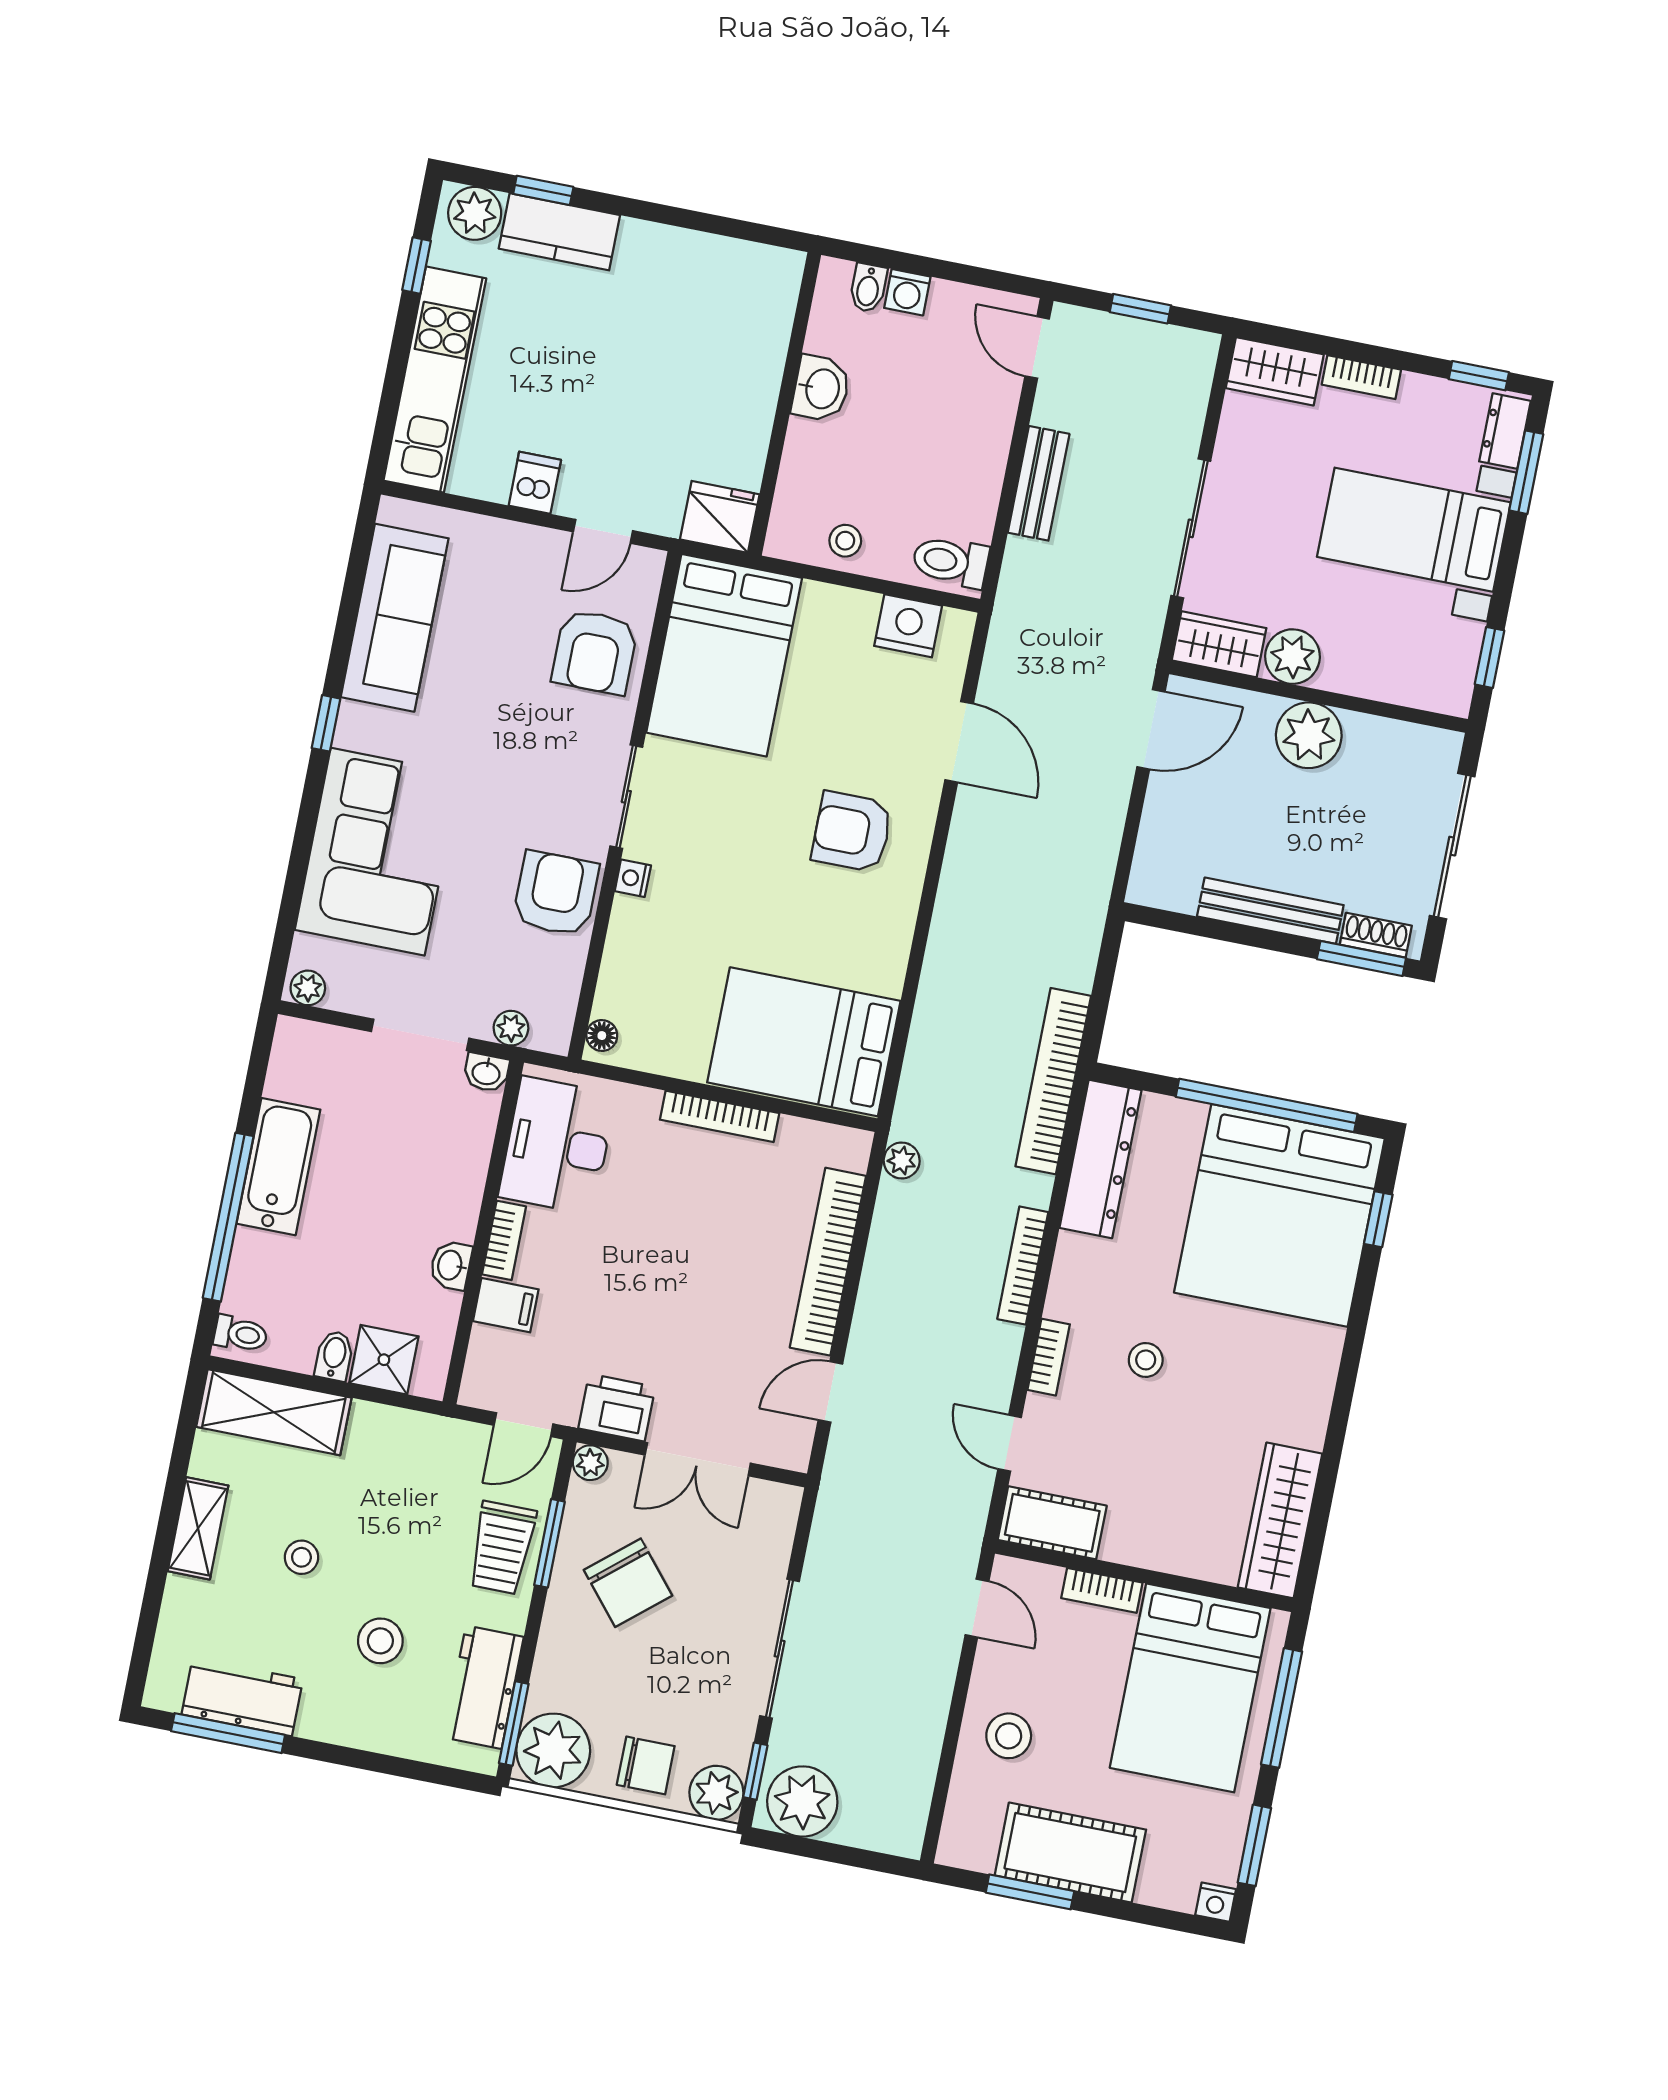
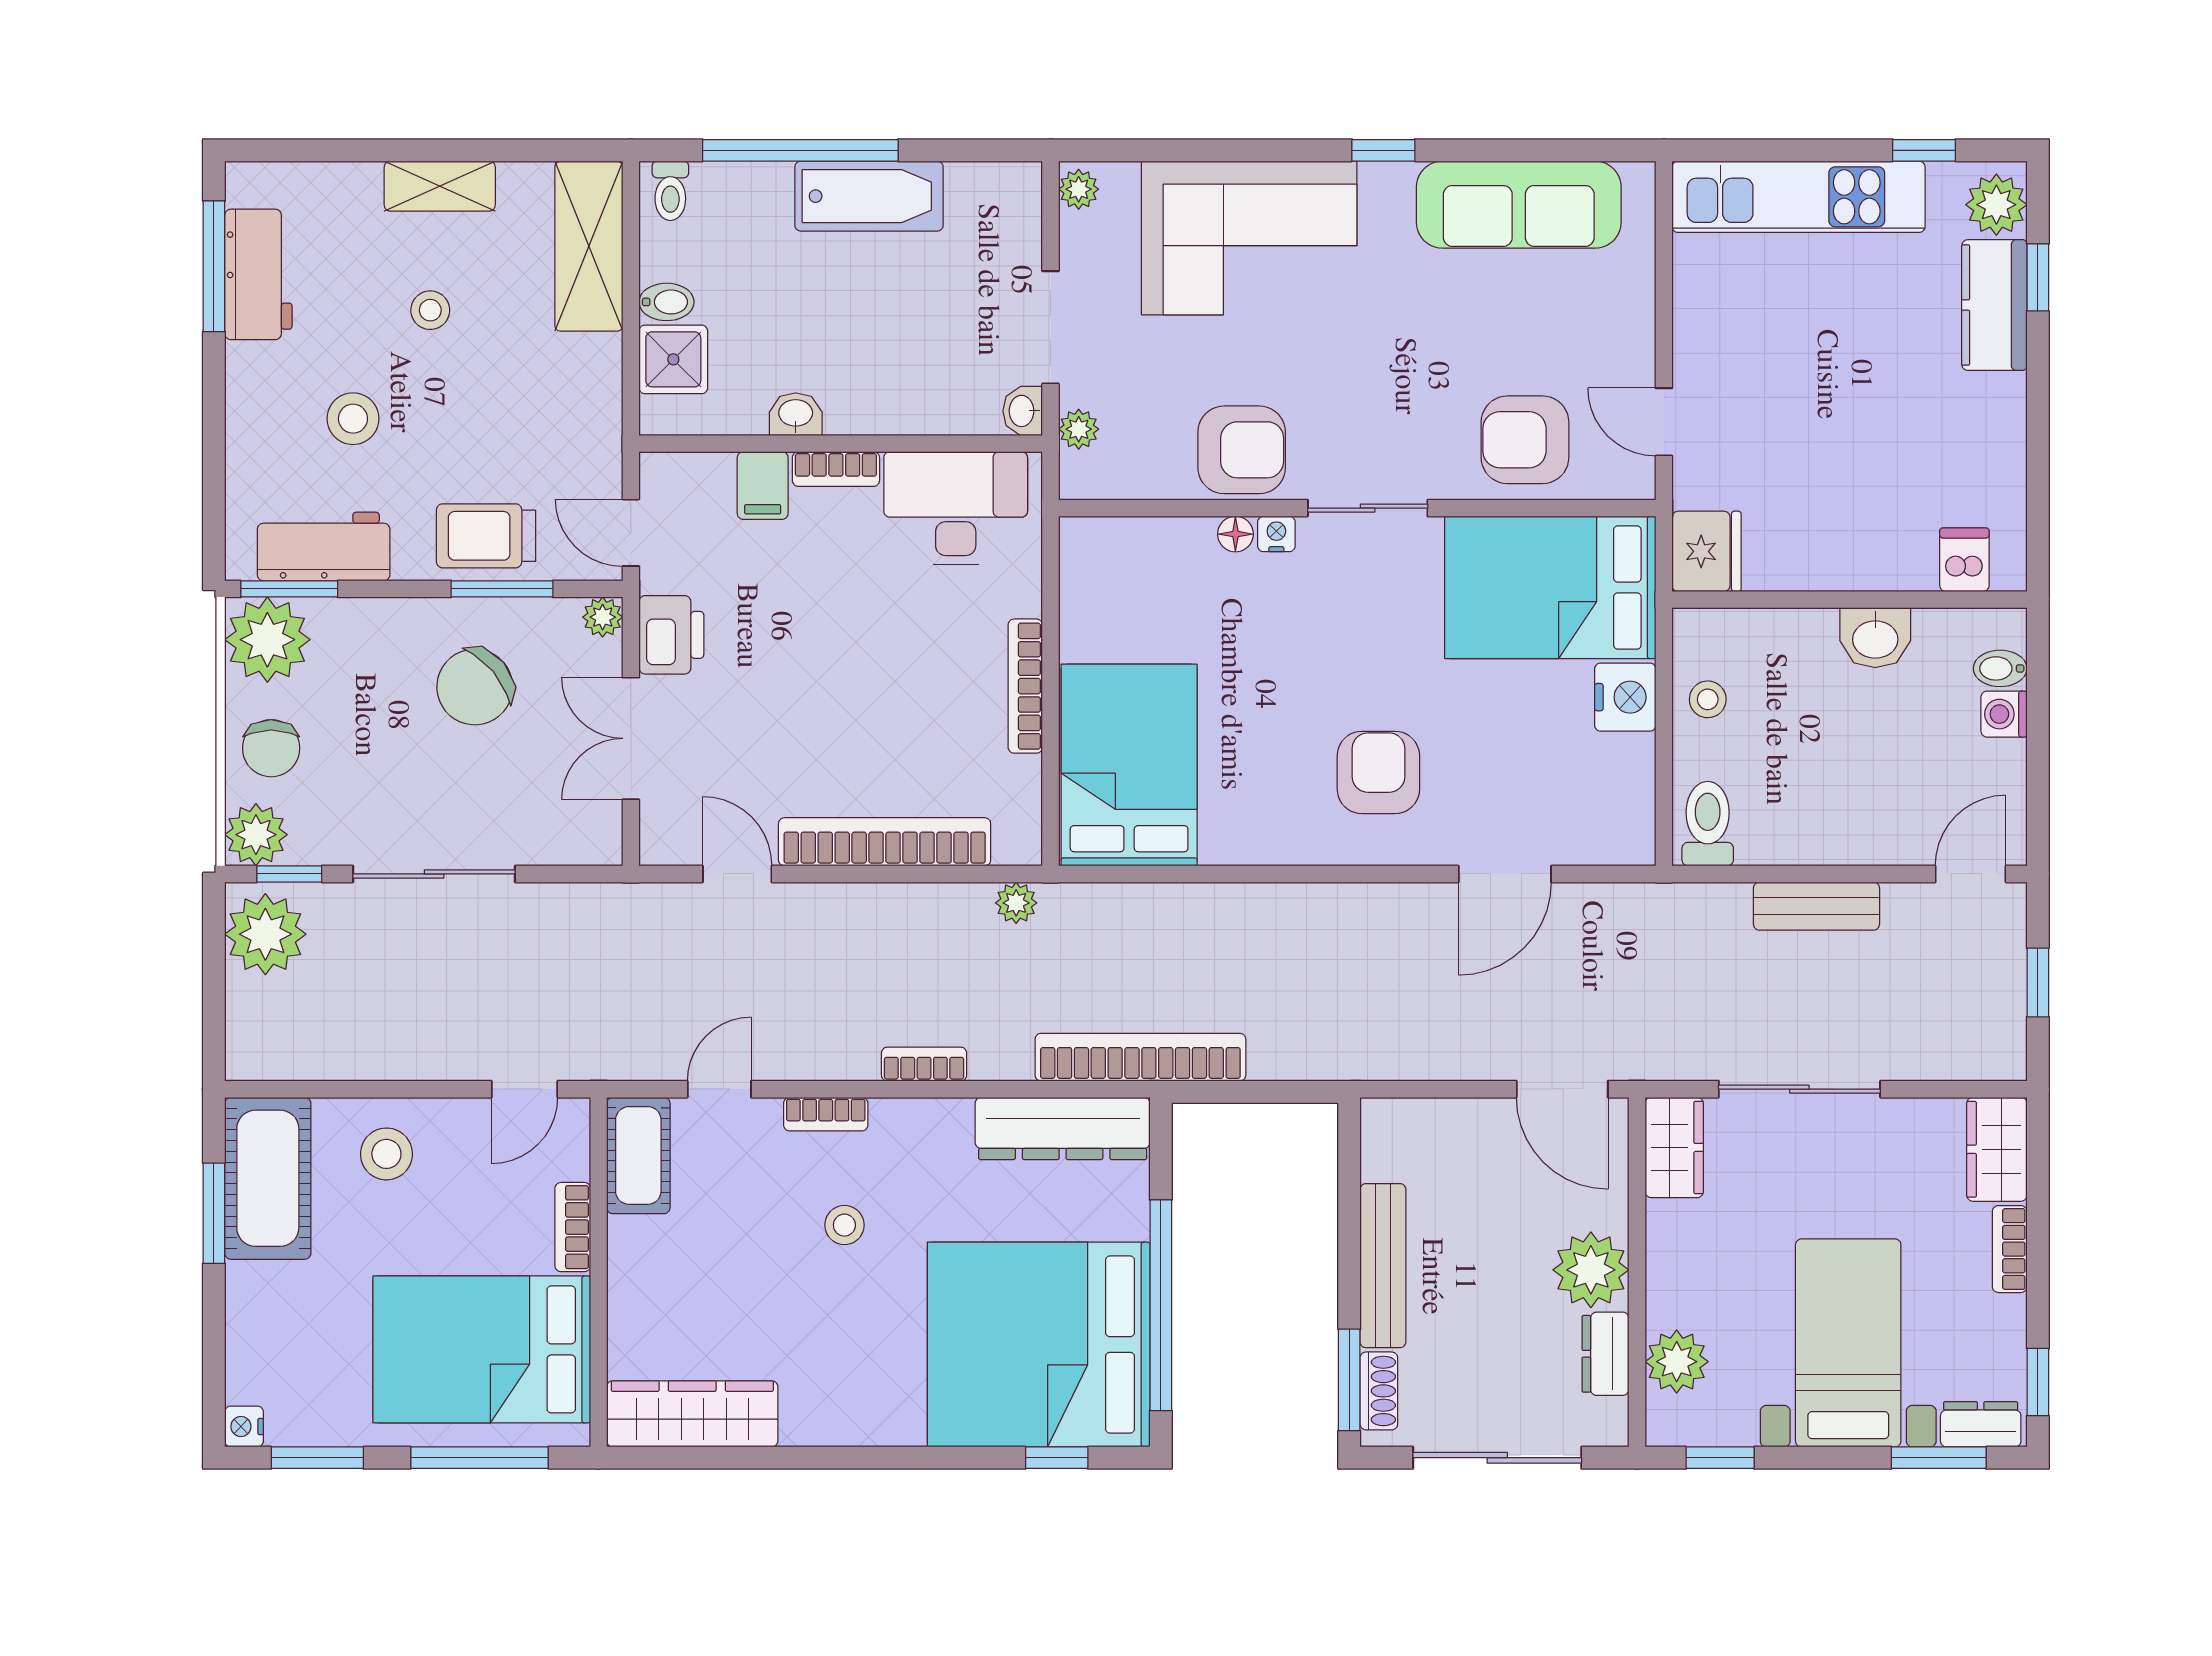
dishwasher: (535, 483) -> (1964, 560), moved, turned -90
nightstand: (908, 626) -> (1625, 697), moved
plant: (1292, 657) -> (1677, 1362), moved
dresser: (1382, 737) -> (1606, 1354), added
floor lamp: (602, 1036) -> (1235, 534), moved
bookcase: (1023, 1266) -> (924, 1064), width x0.64
cot: (1070, 1852) -> (268, 1178), moved

